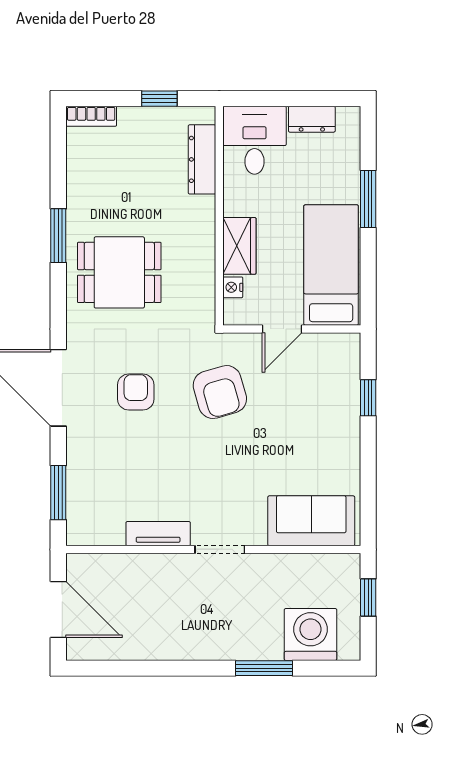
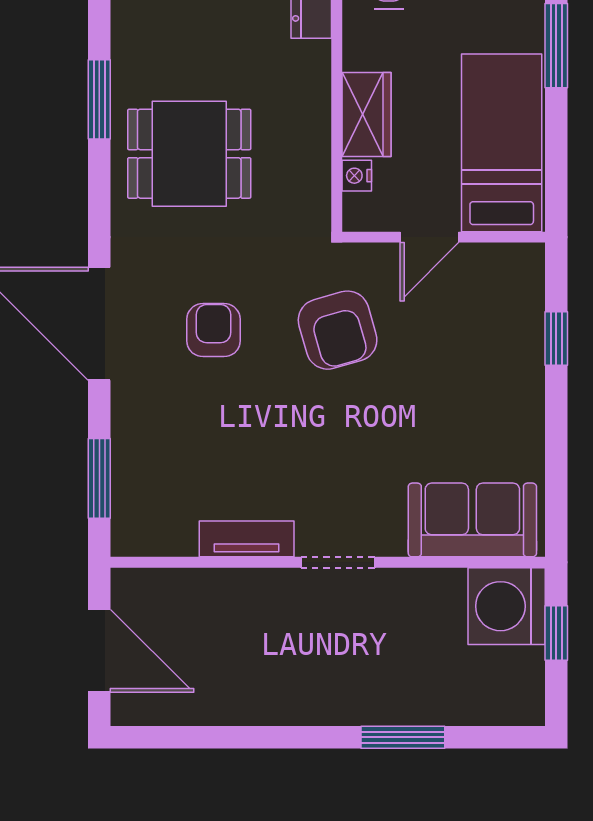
washing machine: (311, 634) -> (507, 606), moved, turned -90

